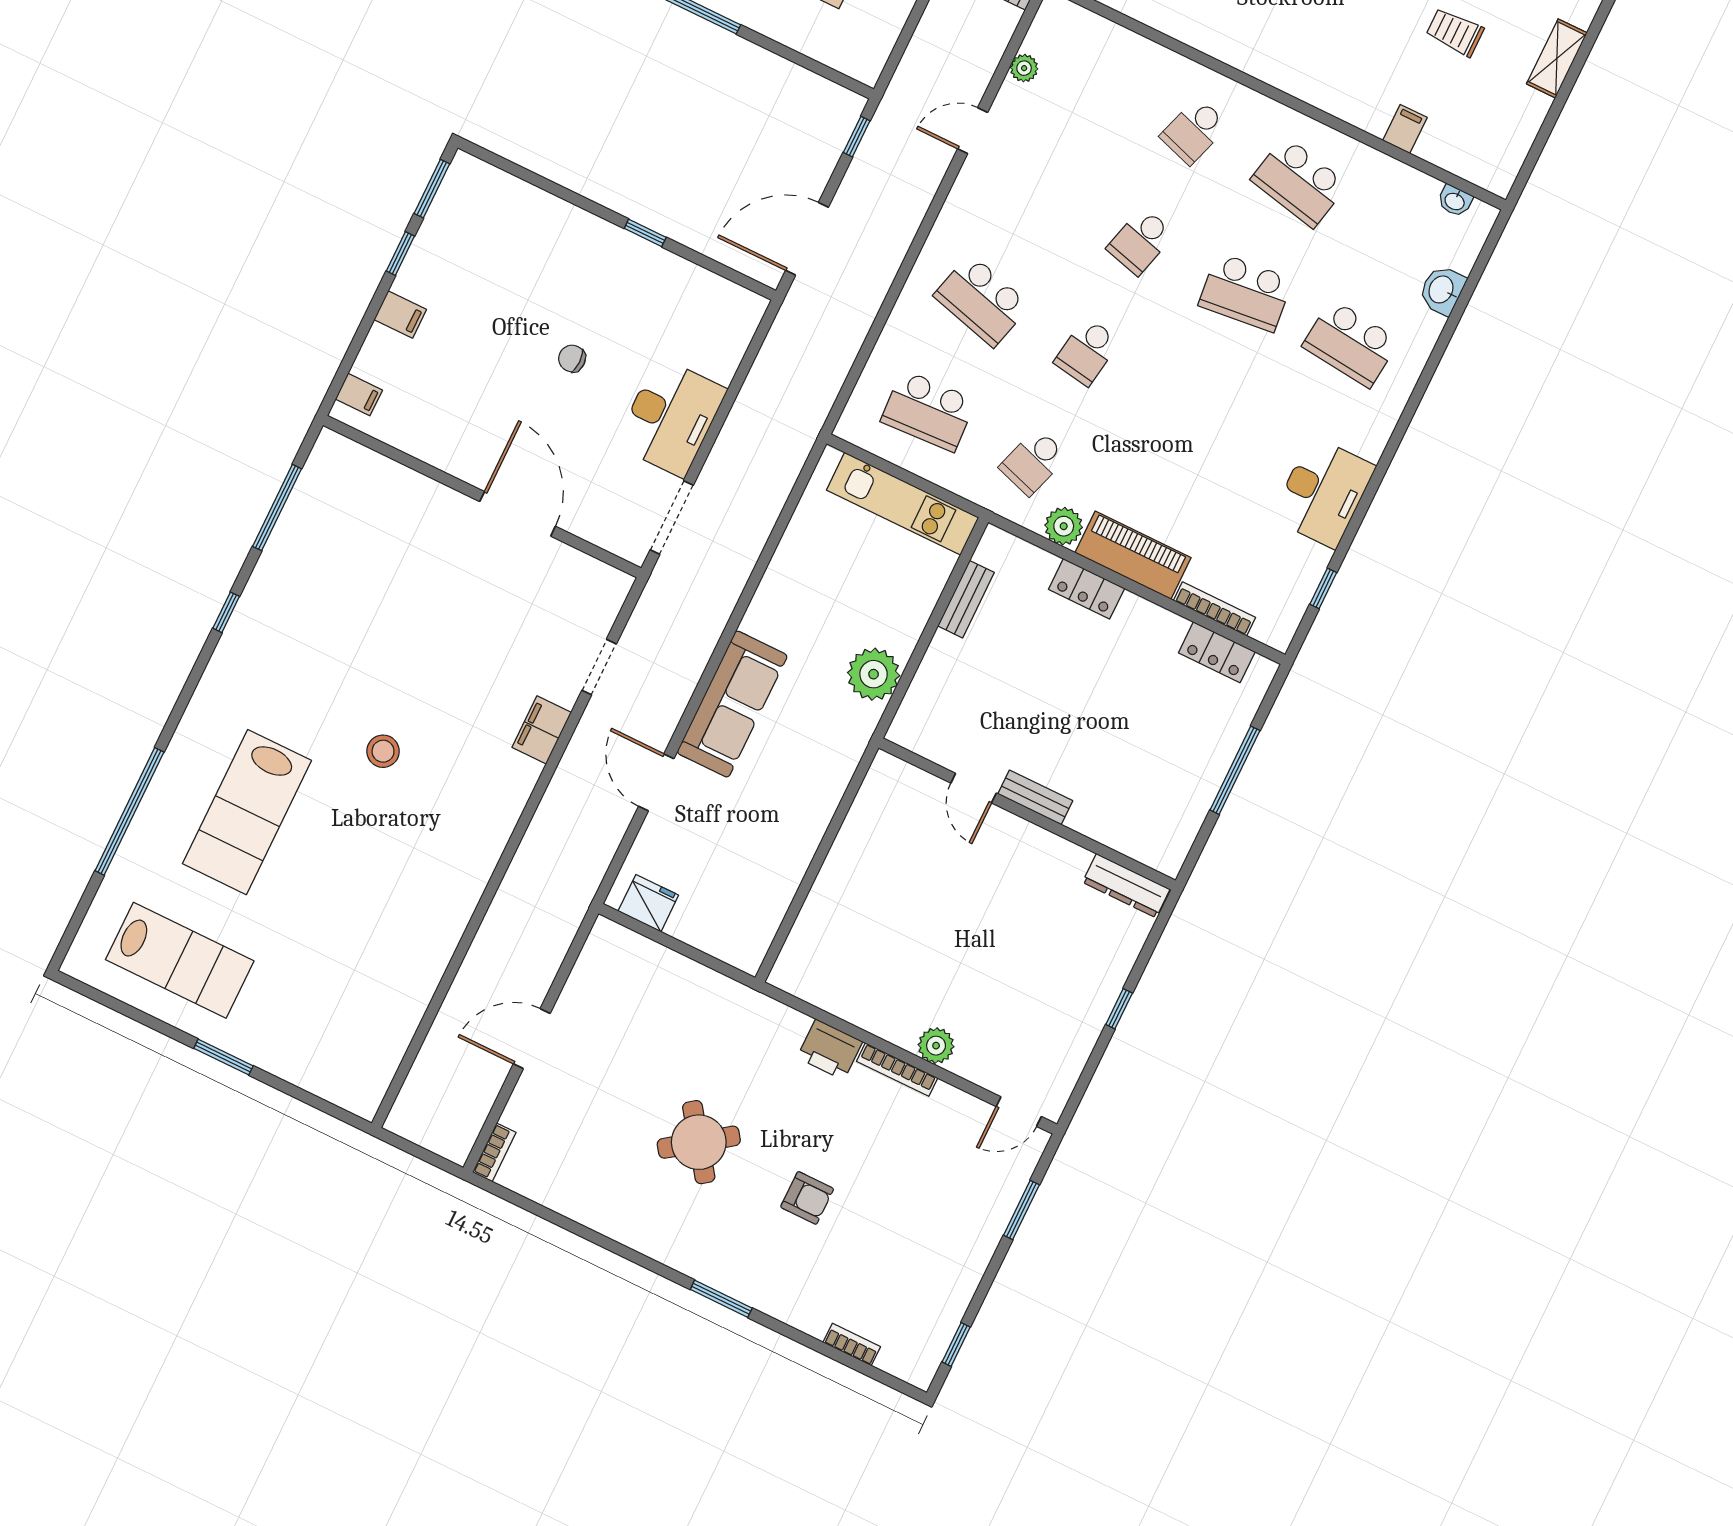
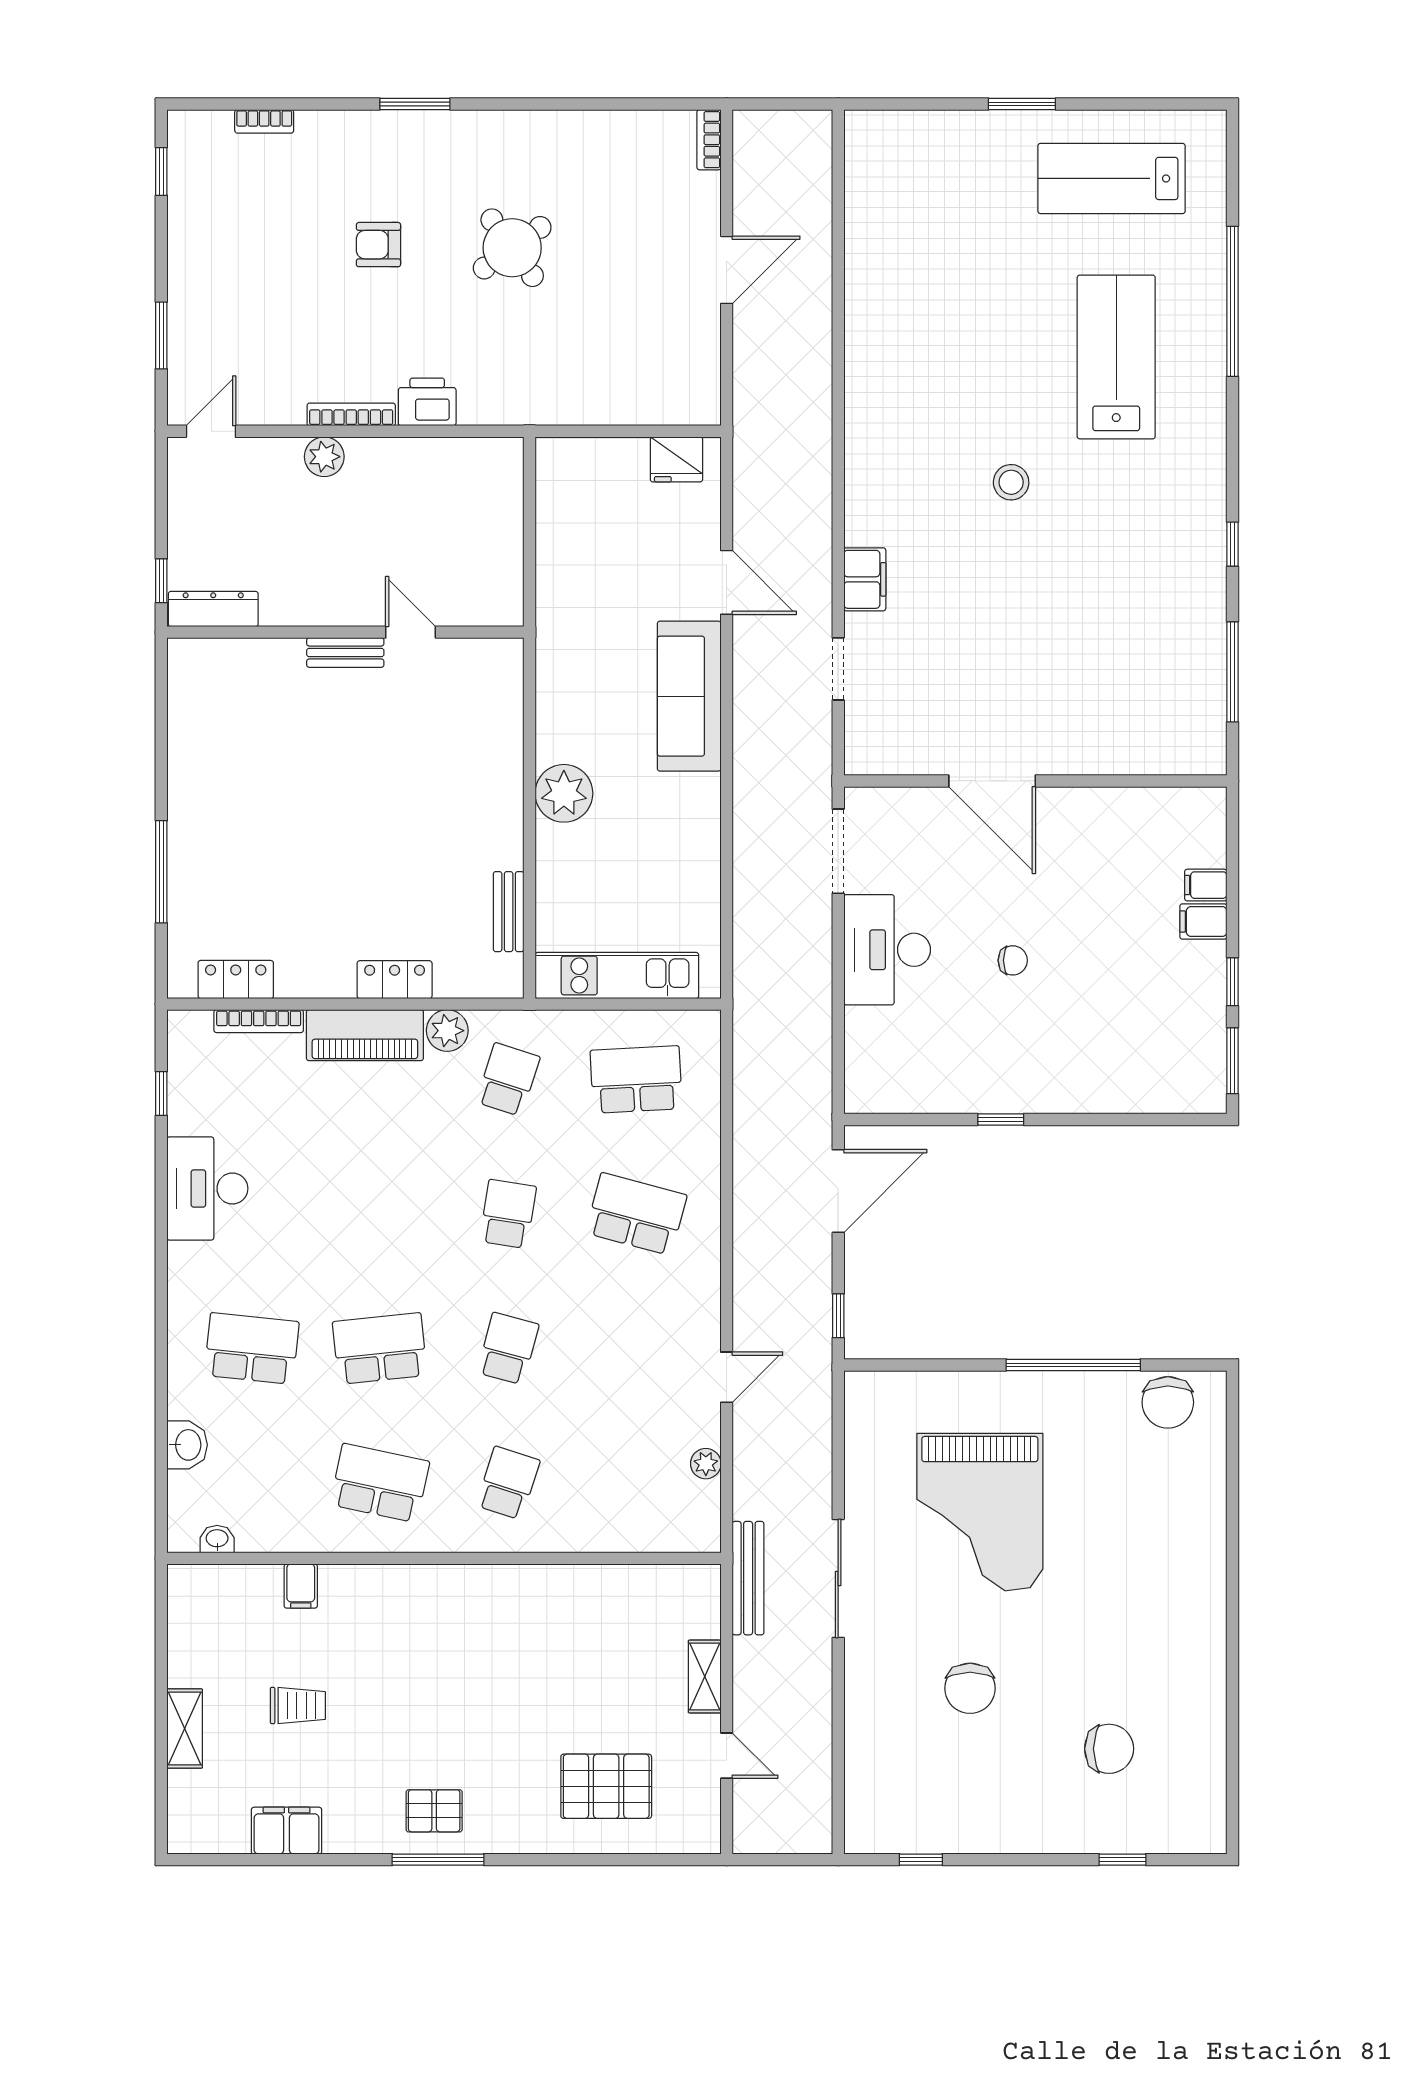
filing cabinet: (359, 395) -> (1206, 885), moved
door: (974, 788) -> (411, 632), moved
bench: (1035, 797) -> (345, 653), moved
wall: (1027, 814) -> (345, 632), moved
dresser: (1126, 886) -> (213, 609), moved

